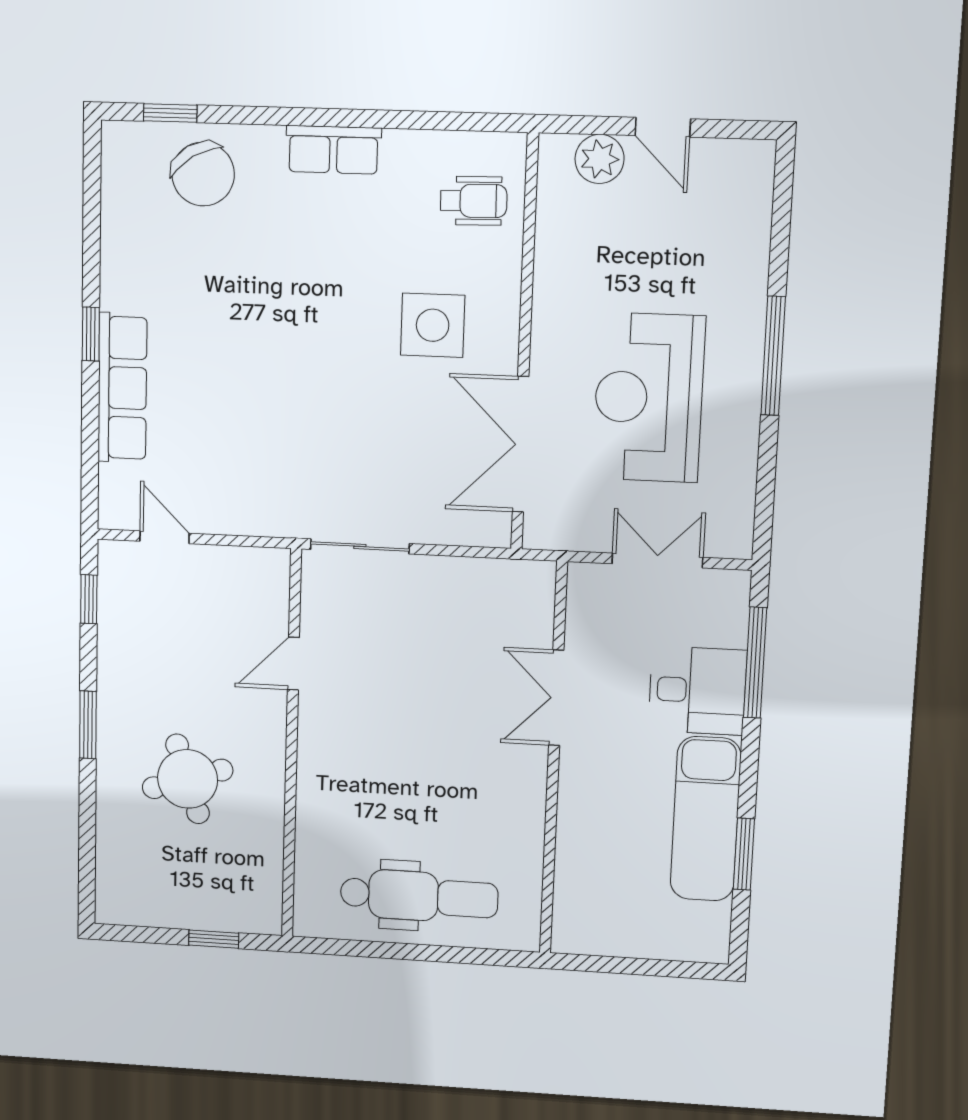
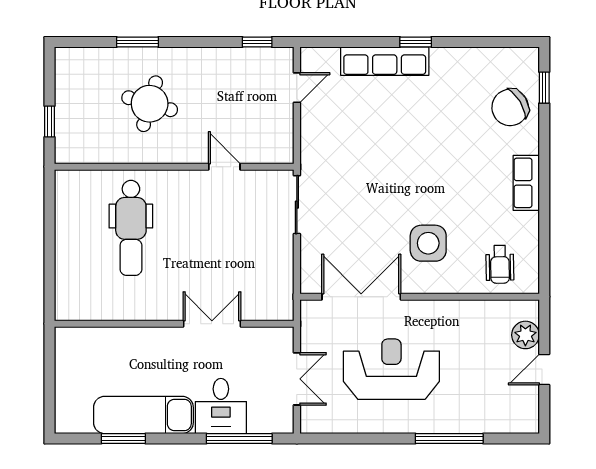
window: (773, 356) -> (449, 439), moved
window: (88, 725) -> (137, 42), moved
round table: (188, 779) -> (150, 104), turned 34
dental chair: (419, 896) -> (131, 228), moved

